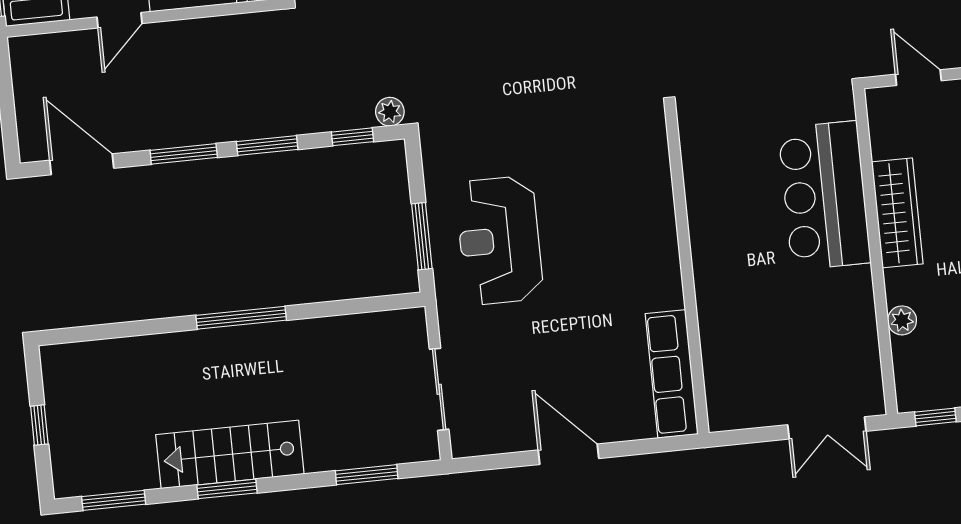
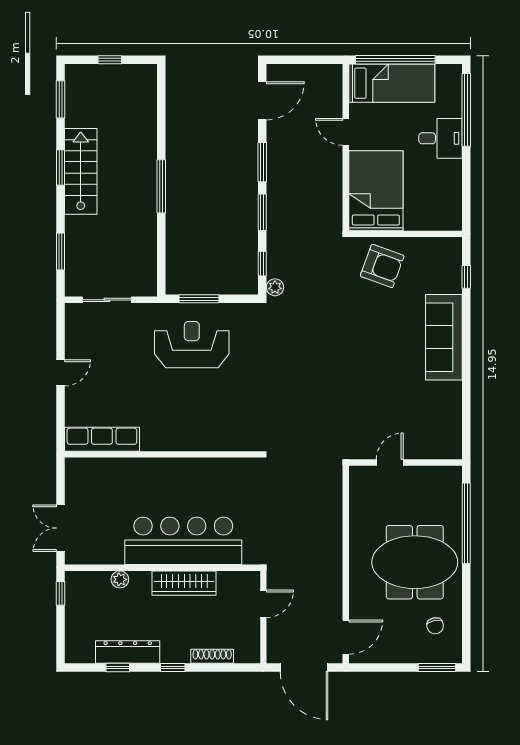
bar counter: (824, 196) -> (183, 541), width x1.36
door: (569, 454) -> (60, 373), width x0.73

